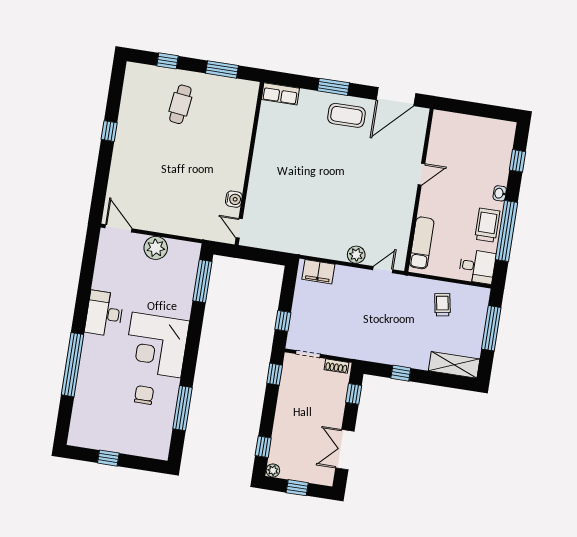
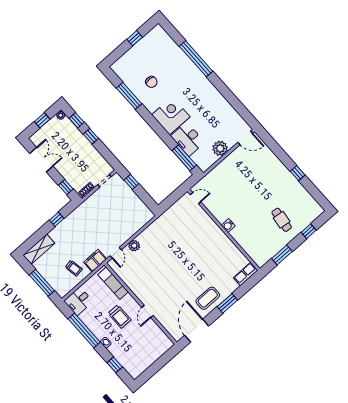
water cooler: (234, 199) -> (228, 225), moved
trolley: (487, 225) -> (120, 317), moved
filing cabinet: (318, 272) -> (95, 261), moved
desk: (104, 313) -> (188, 139), moved, turned 180
corner desk: (156, 345) -> (171, 116), width x0.74, depth x0.74
window: (275, 374) -> (91, 136), moved

